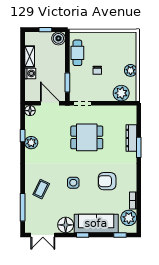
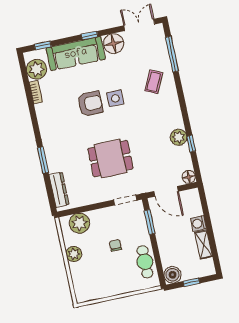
dresser: (131, 138) -> (59, 190), moved
armchair: (107, 181) -> (90, 104), moved

